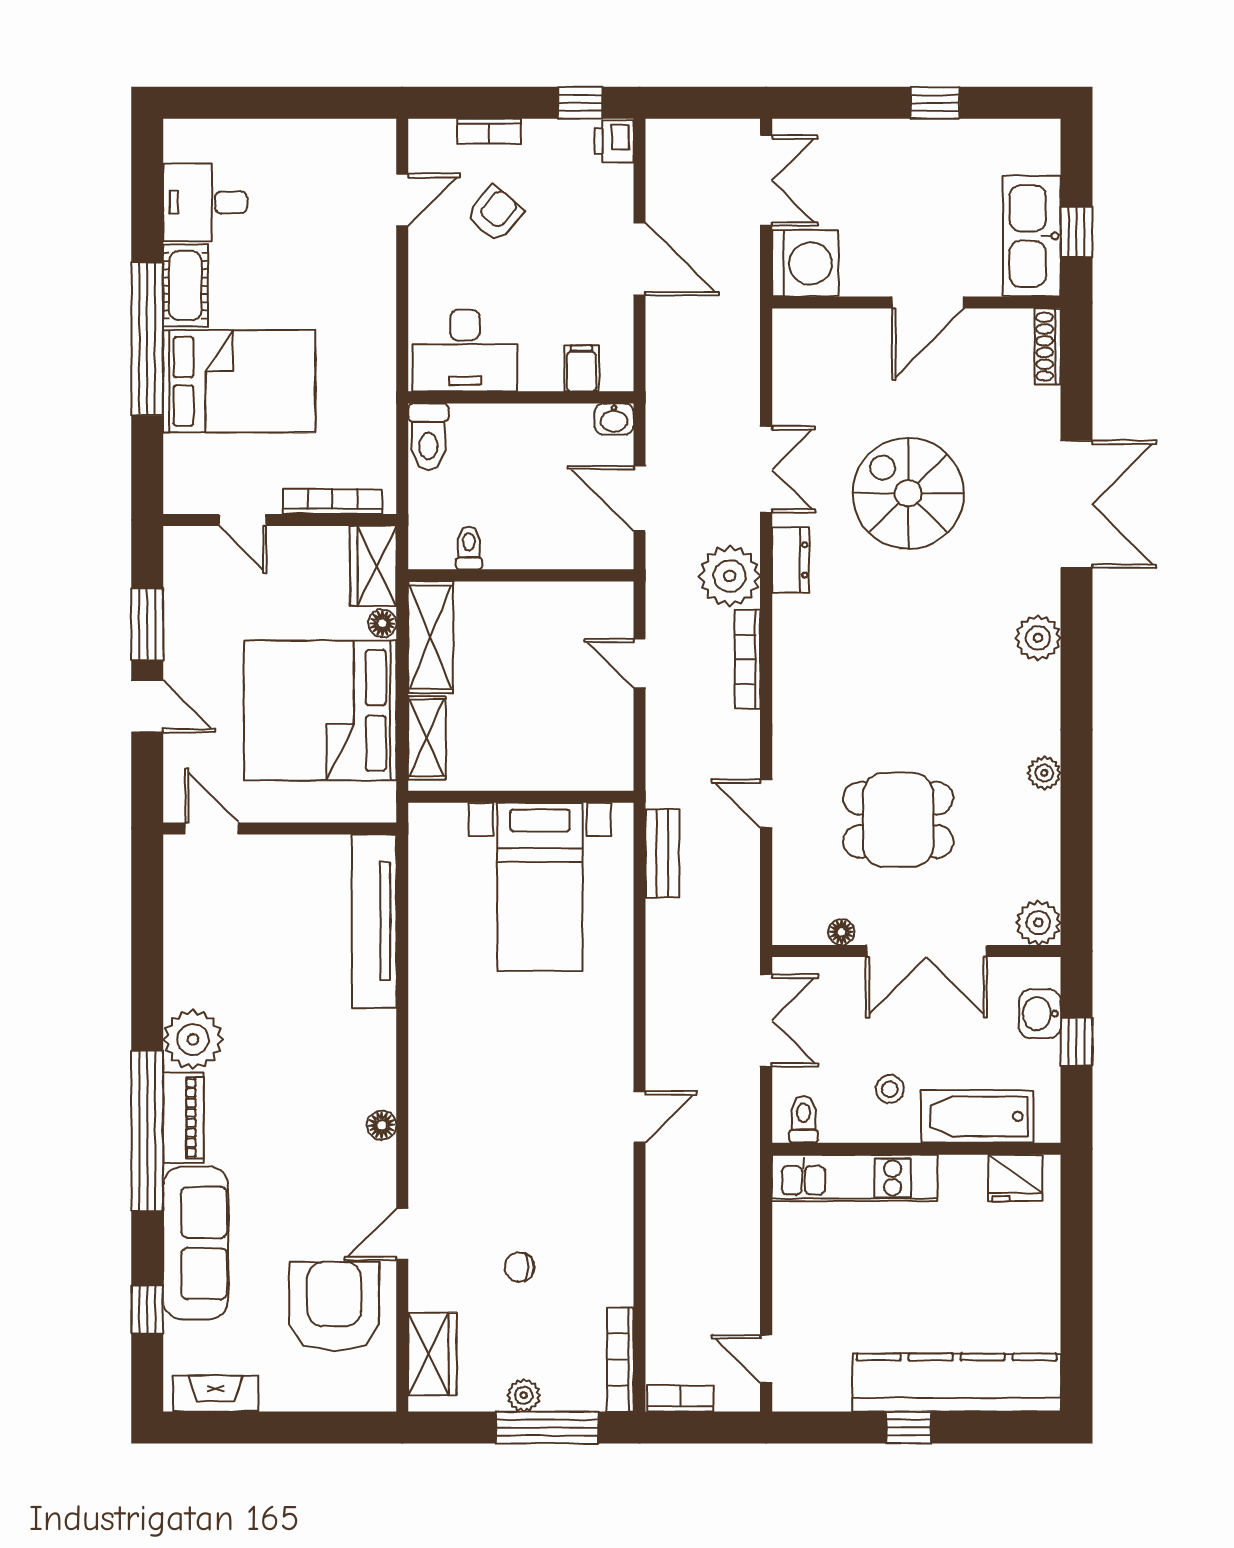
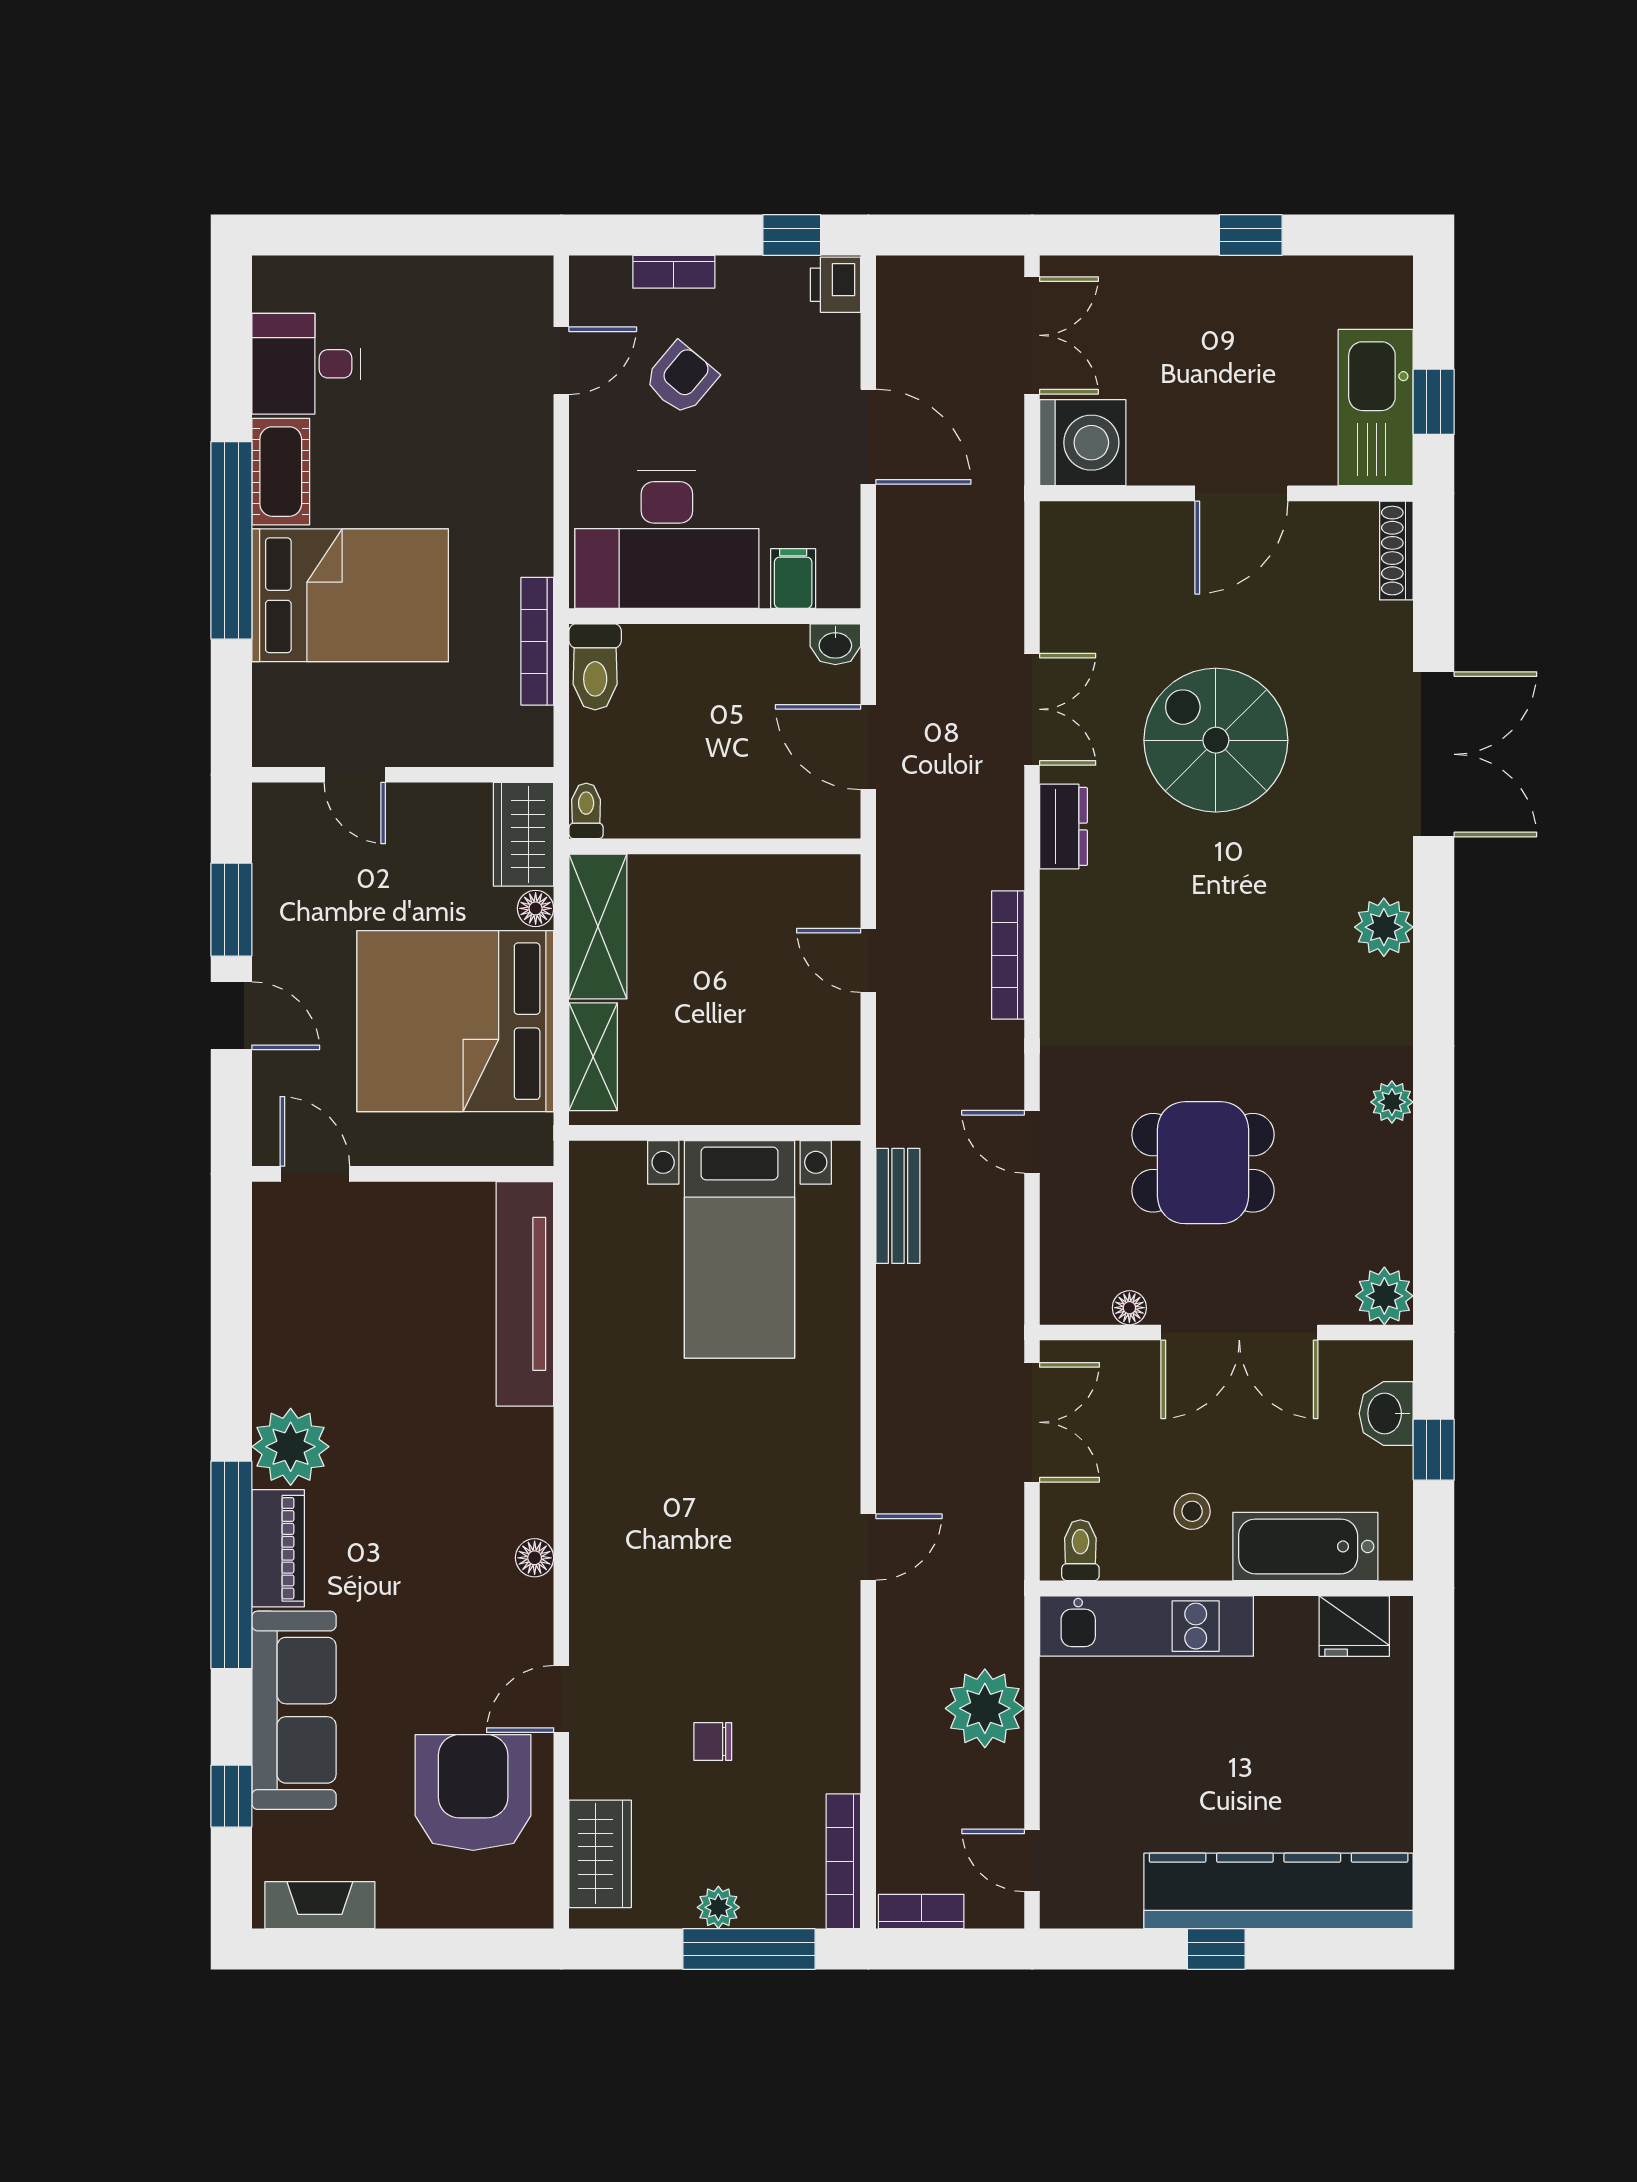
desk: (465, 350) -> (667, 540), width x1.36, depth x1.30
bookcase: (333, 501) -> (537, 641), moved, turned -90
toilet: (469, 548) -> (586, 811), moved
plant: (730, 576) -> (985, 1708), moved

